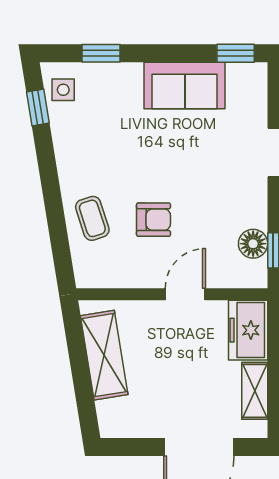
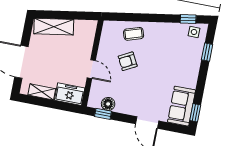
sofa: (185, 85) -> (182, 106), moved
armchair: (153, 220) -> (128, 61), turned 62
shelving: (104, 355) -> (54, 27), moved

